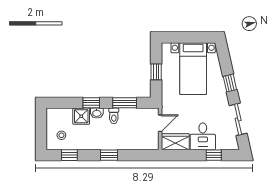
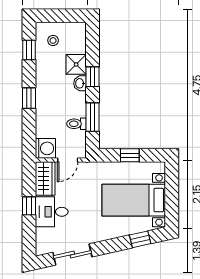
window: (230, 83) -> (140, 239), moved
toilet: (114, 116) -> (76, 124), moved
door: (160, 123) -> (68, 160), hinge flipped
washing machine: (150, 142) -> (45, 148), added
window: (214, 155) -> (29, 206), moved

